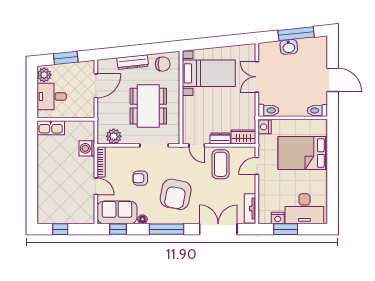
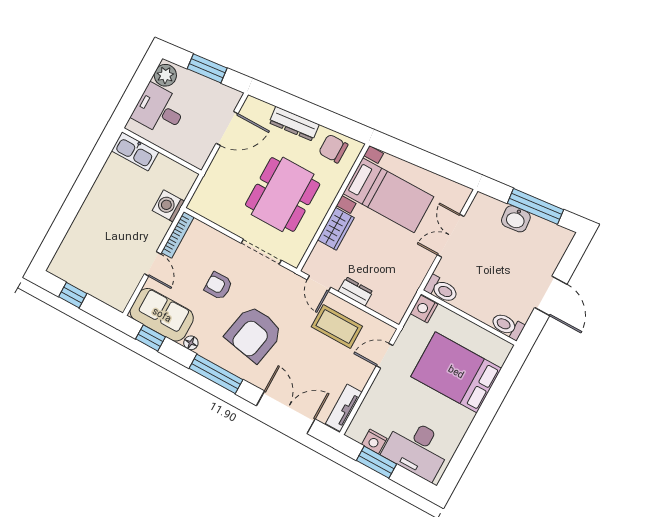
chair: (163, 64) -> (333, 149), turned 180
plant: (114, 136) -> (214, 210), removed
wardrobe: (243, 137) -> (336, 229), moved, turned 90
coffee table: (221, 164) -> (337, 327), turned 90

